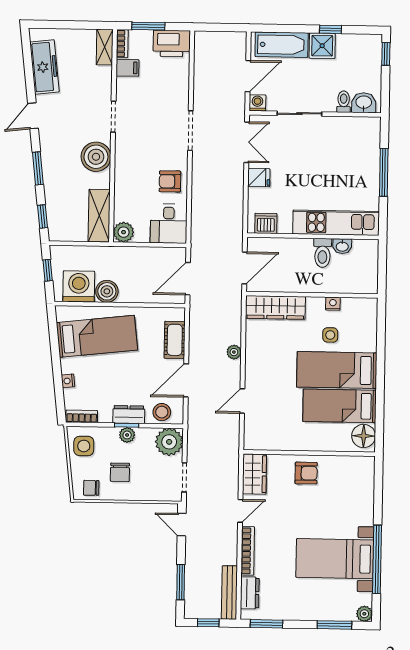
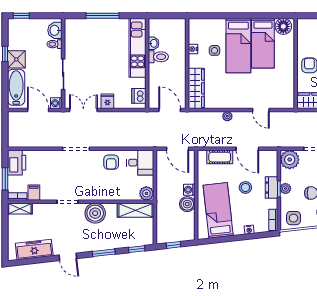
washing machine: (79, 286) -> (189, 190), moved, width x0.53, depth x0.53
stool: (162, 412) -> (245, 187), moved

